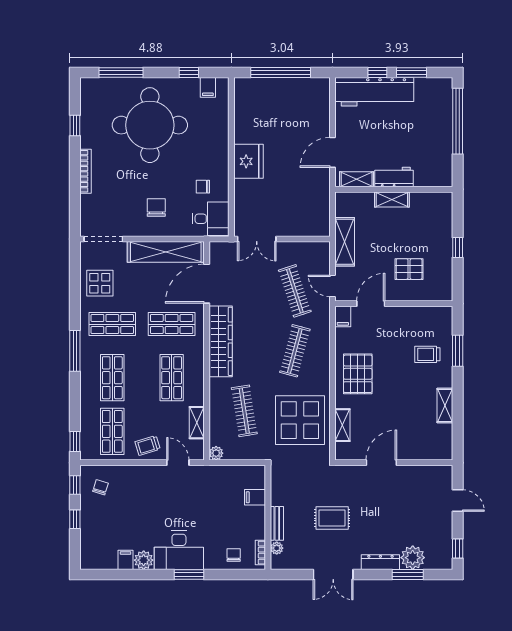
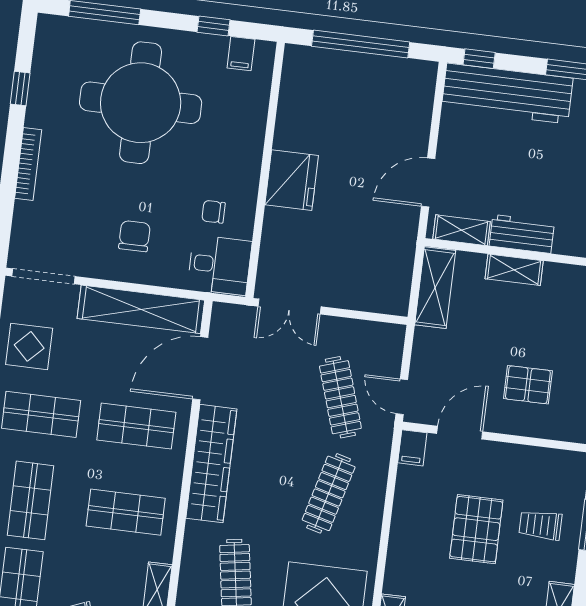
window: (377, 72) -> (479, 59), moved
shelving: (345, 242) -> (435, 288), moved
pallet: (358, 374) -> (476, 529), moved
shop shelf: (172, 378) -> (126, 512), turned 90

